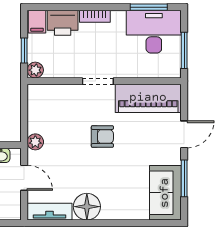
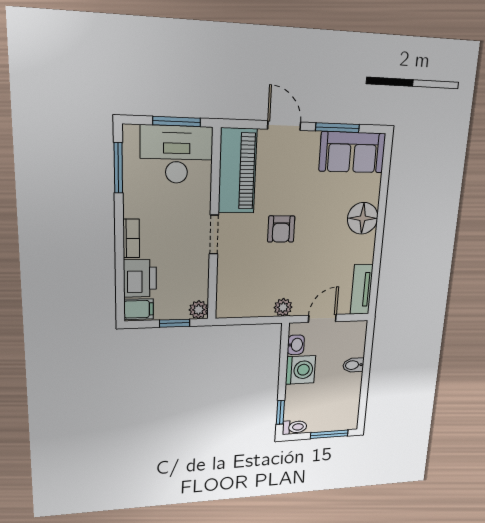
desk: (154, 32) -> (177, 155), moved, turned 90
armchair: (102, 137) -> (281, 229), turned 180
floor lamp: (87, 207) -> (363, 218), moved

